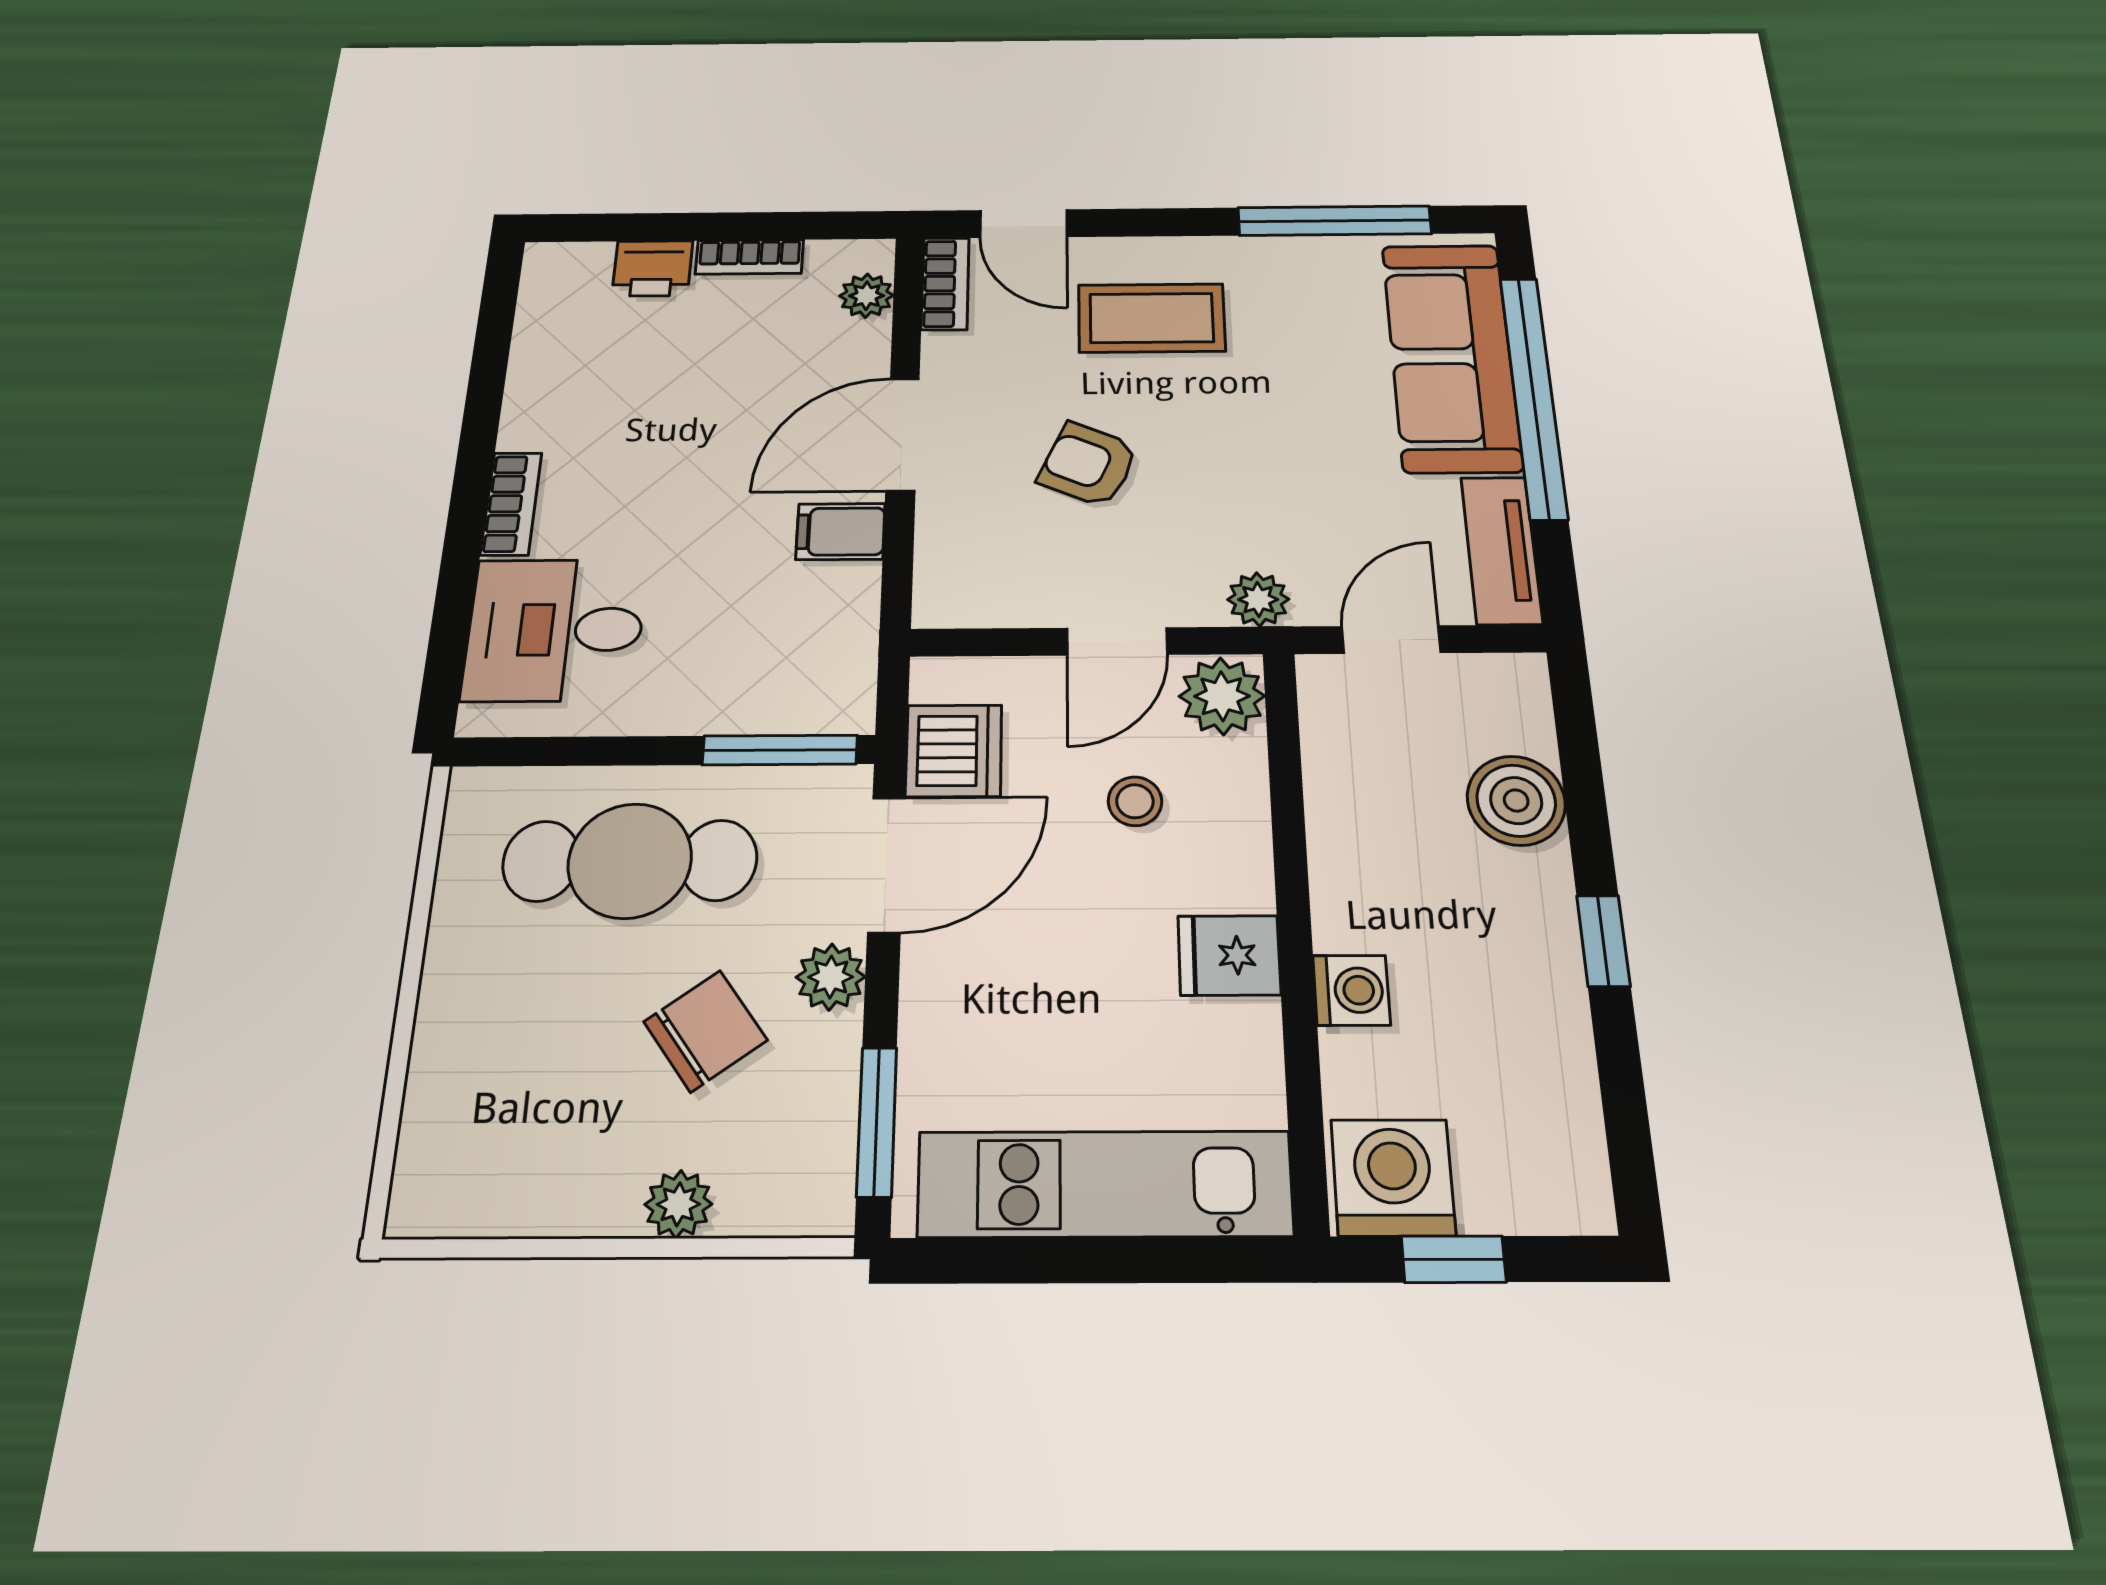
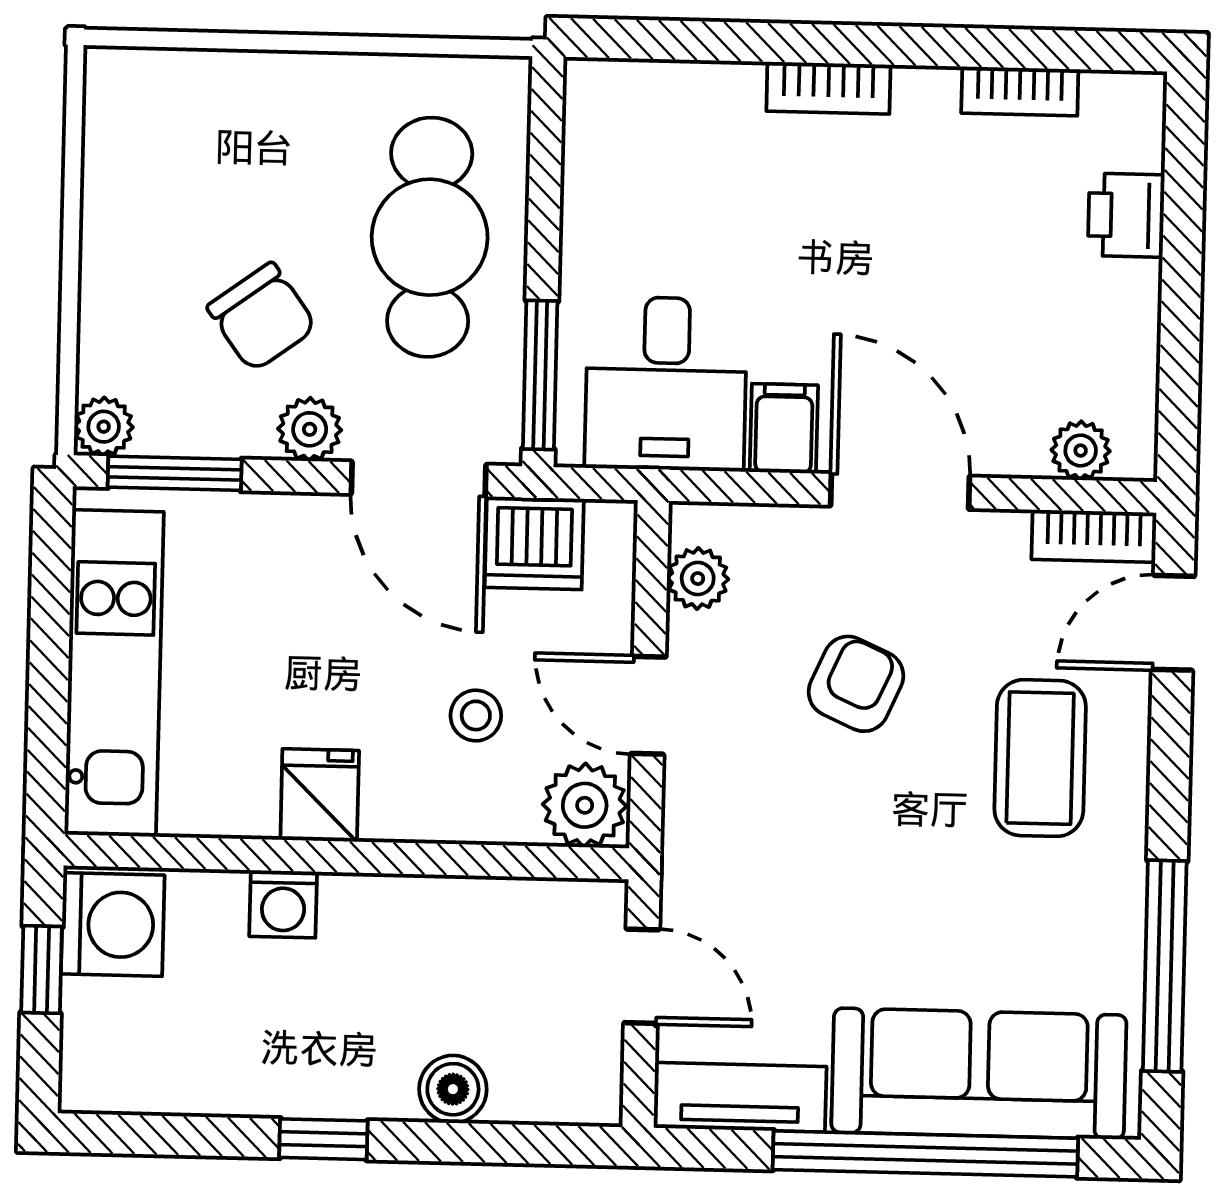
bookcase: (750, 257) -> (1020, 91), moved, turned -90
plant: (1258, 599) -> (698, 579), moved
desk: (555, 630) -> (666, 384), moved, turned 180
boiler: (1516, 801) -> (453, 1089), width x0.73, depth x0.73
plant: (678, 1204) -> (104, 427), moved

